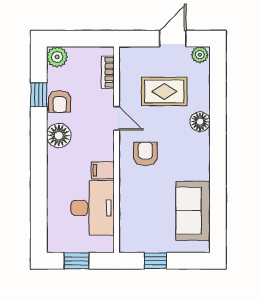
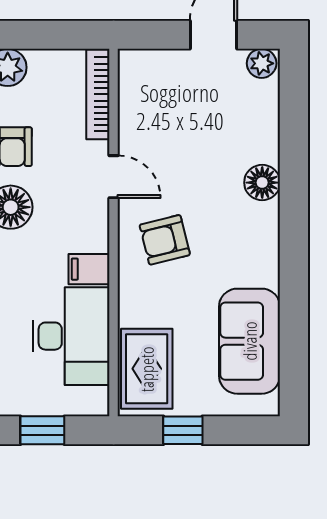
bookcase: (108, 72) -> (98, 94), width x1.56
rug: (164, 91) -> (147, 369), moved, turned 90
armchair: (145, 154) -> (165, 240), turned -104

